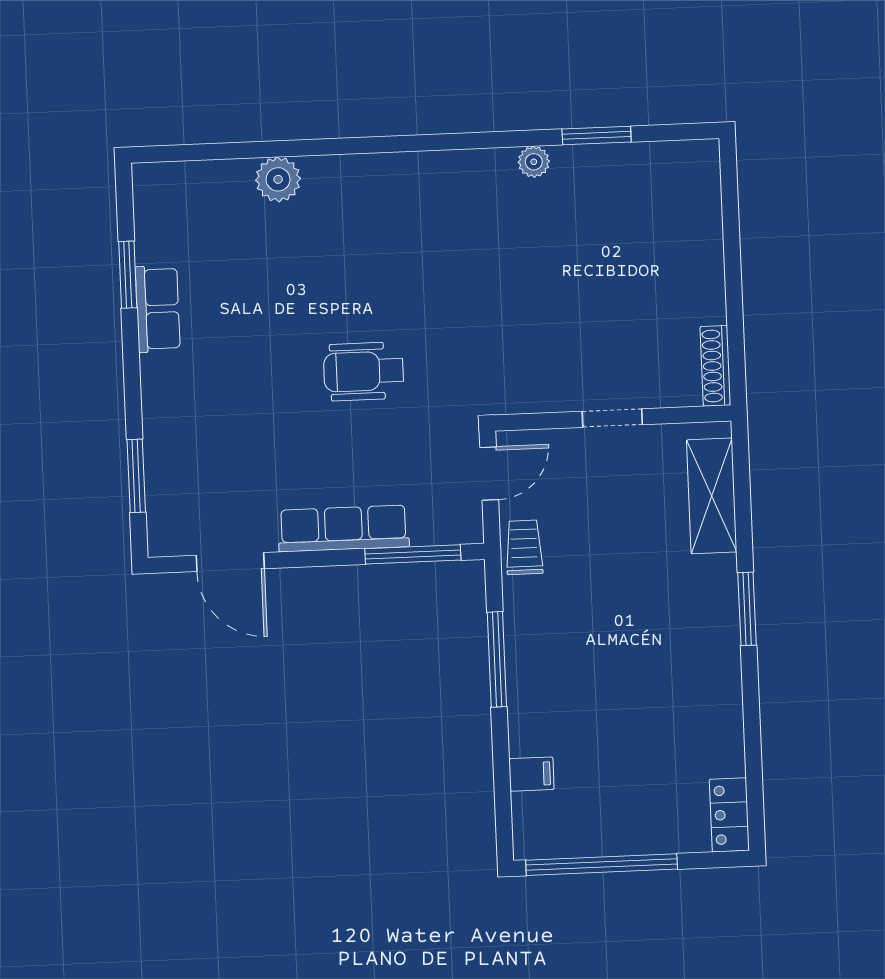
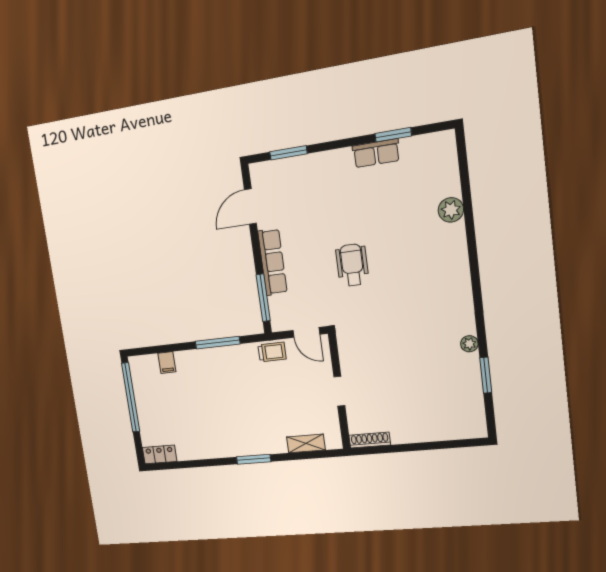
shelving: (712, 496) -> (306, 443), width x0.67, depth x0.75

